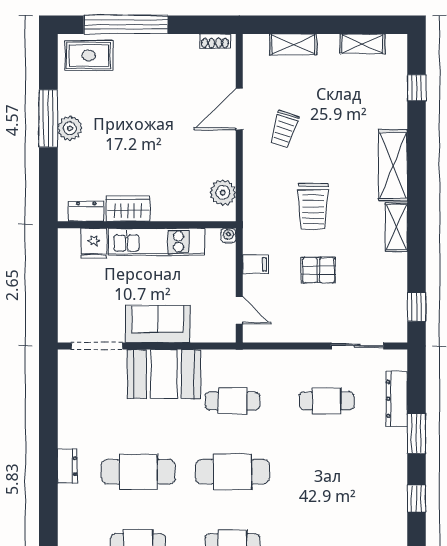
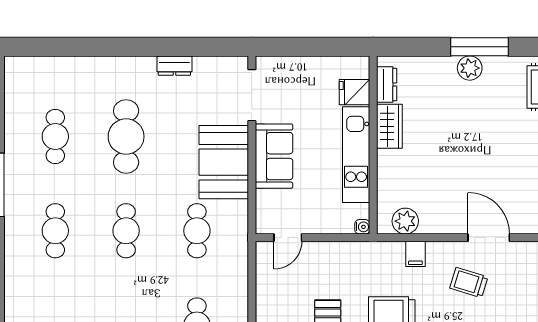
filing cabinet: (256, 264) -> (415, 254), moved
dresser: (67, 466) -> (174, 66), moved
cafe table: (232, 472) -> (126, 231), width x0.73, depth x0.74

